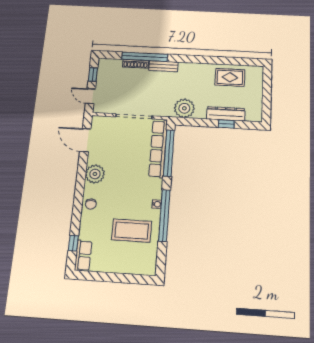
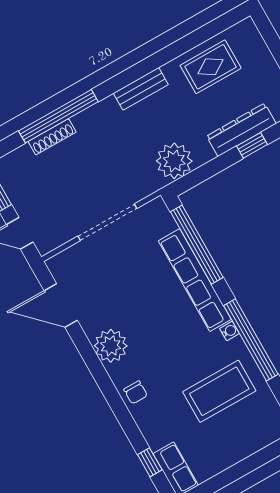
bench: (163, 66) -> (141, 89), moved
row of seats: (158, 149) -> (195, 280), moved

